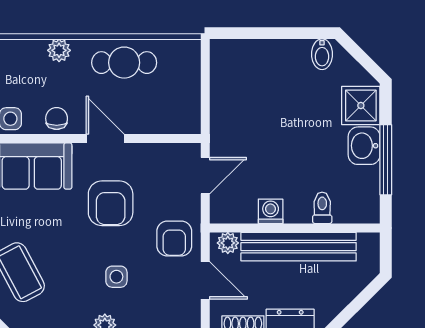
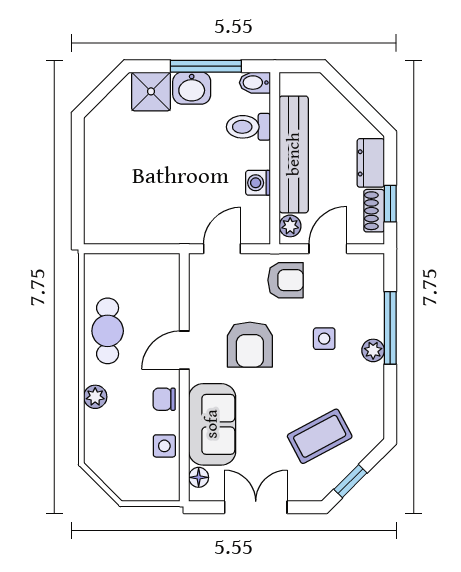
bidet: (322, 54) -> (255, 83), moved, turned 180
door: (205, 176) -> (222, 249), hinge flipped
armchair: (111, 203) -> (250, 345), turned 90
toilet: (322, 208) -> (248, 127), width x1.37, depth x1.39

